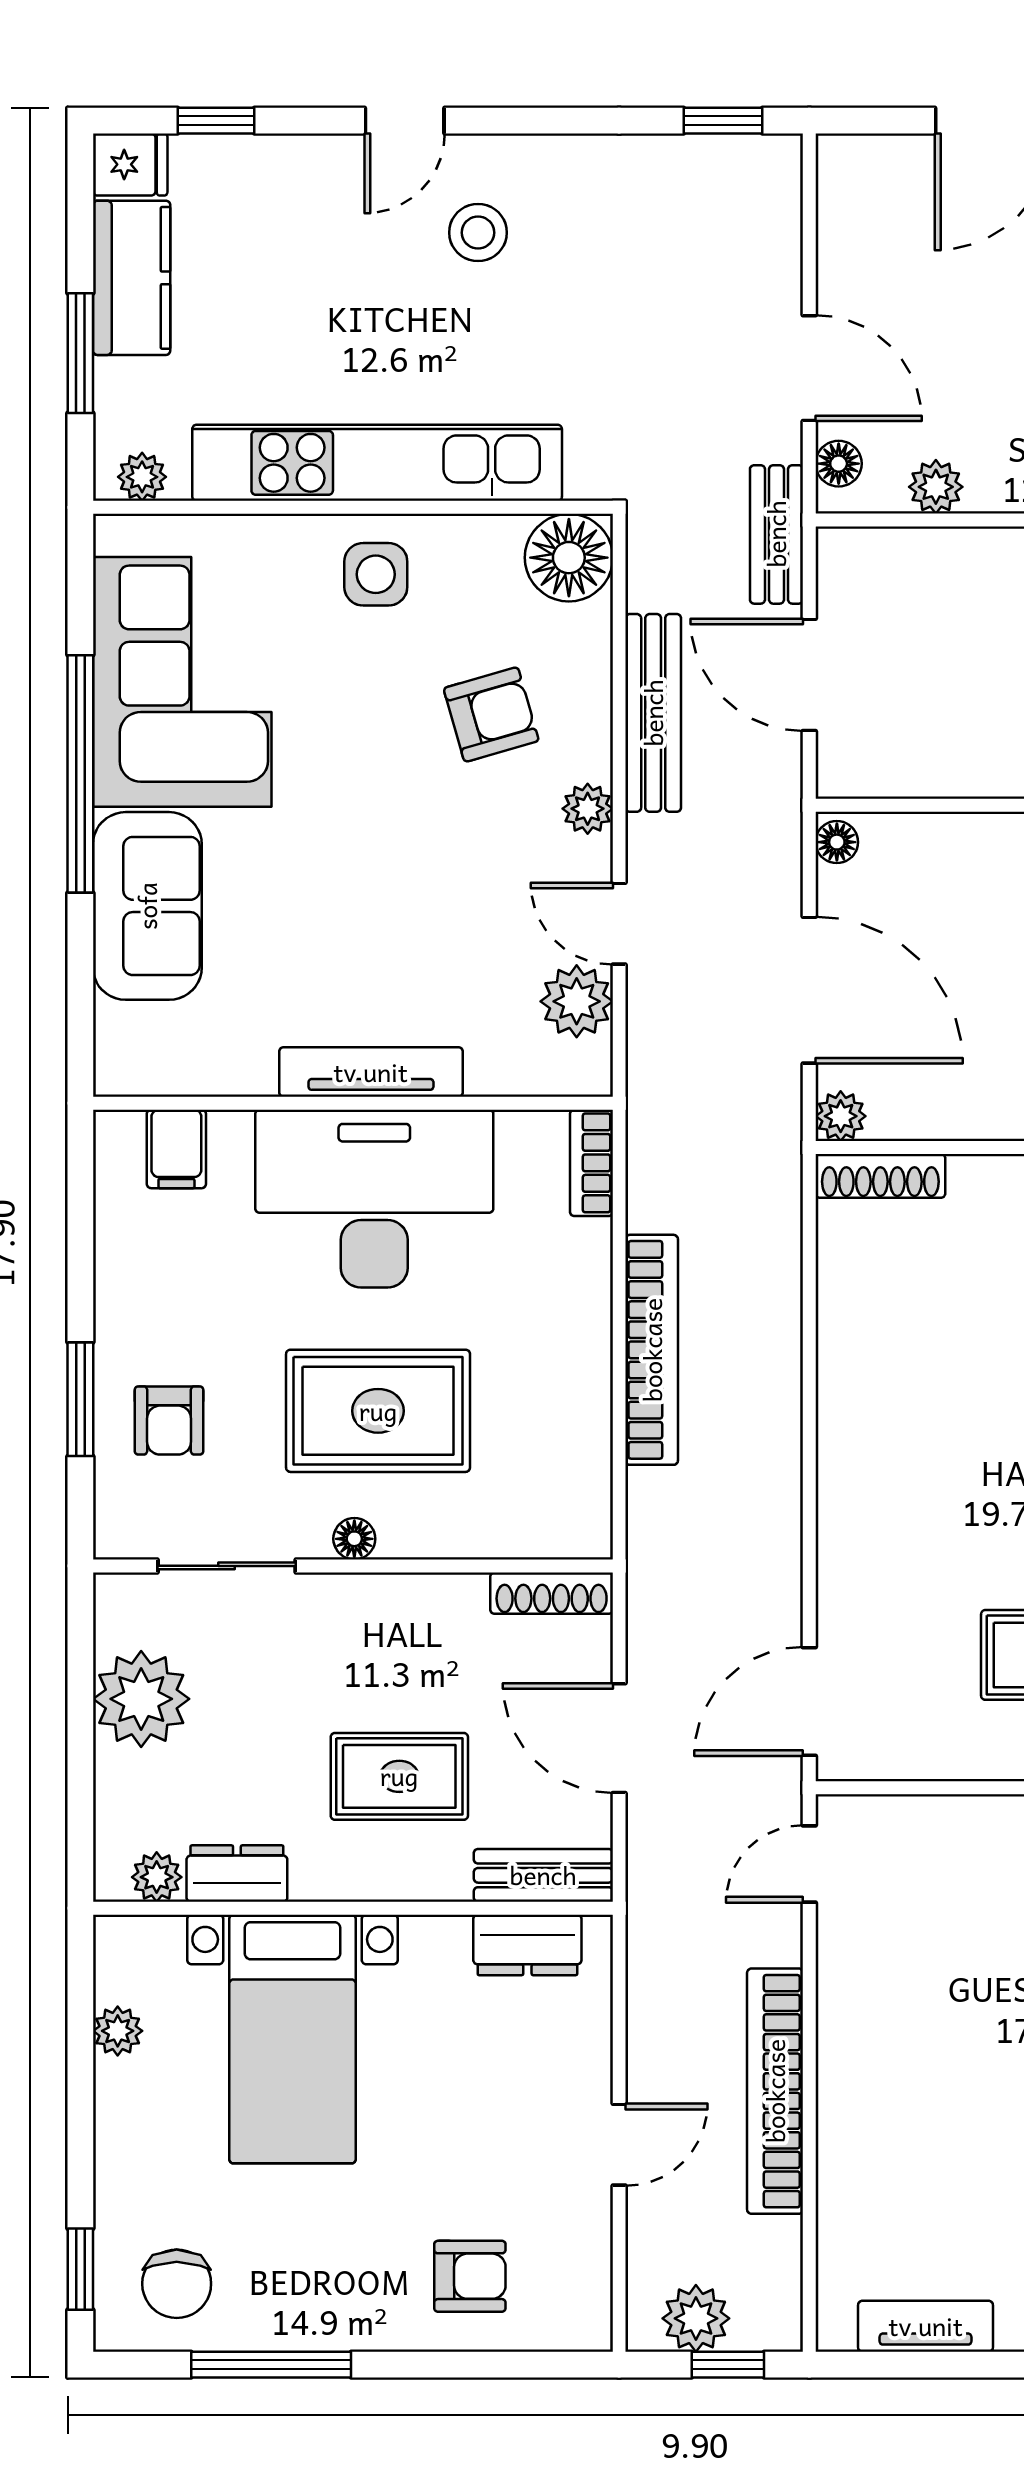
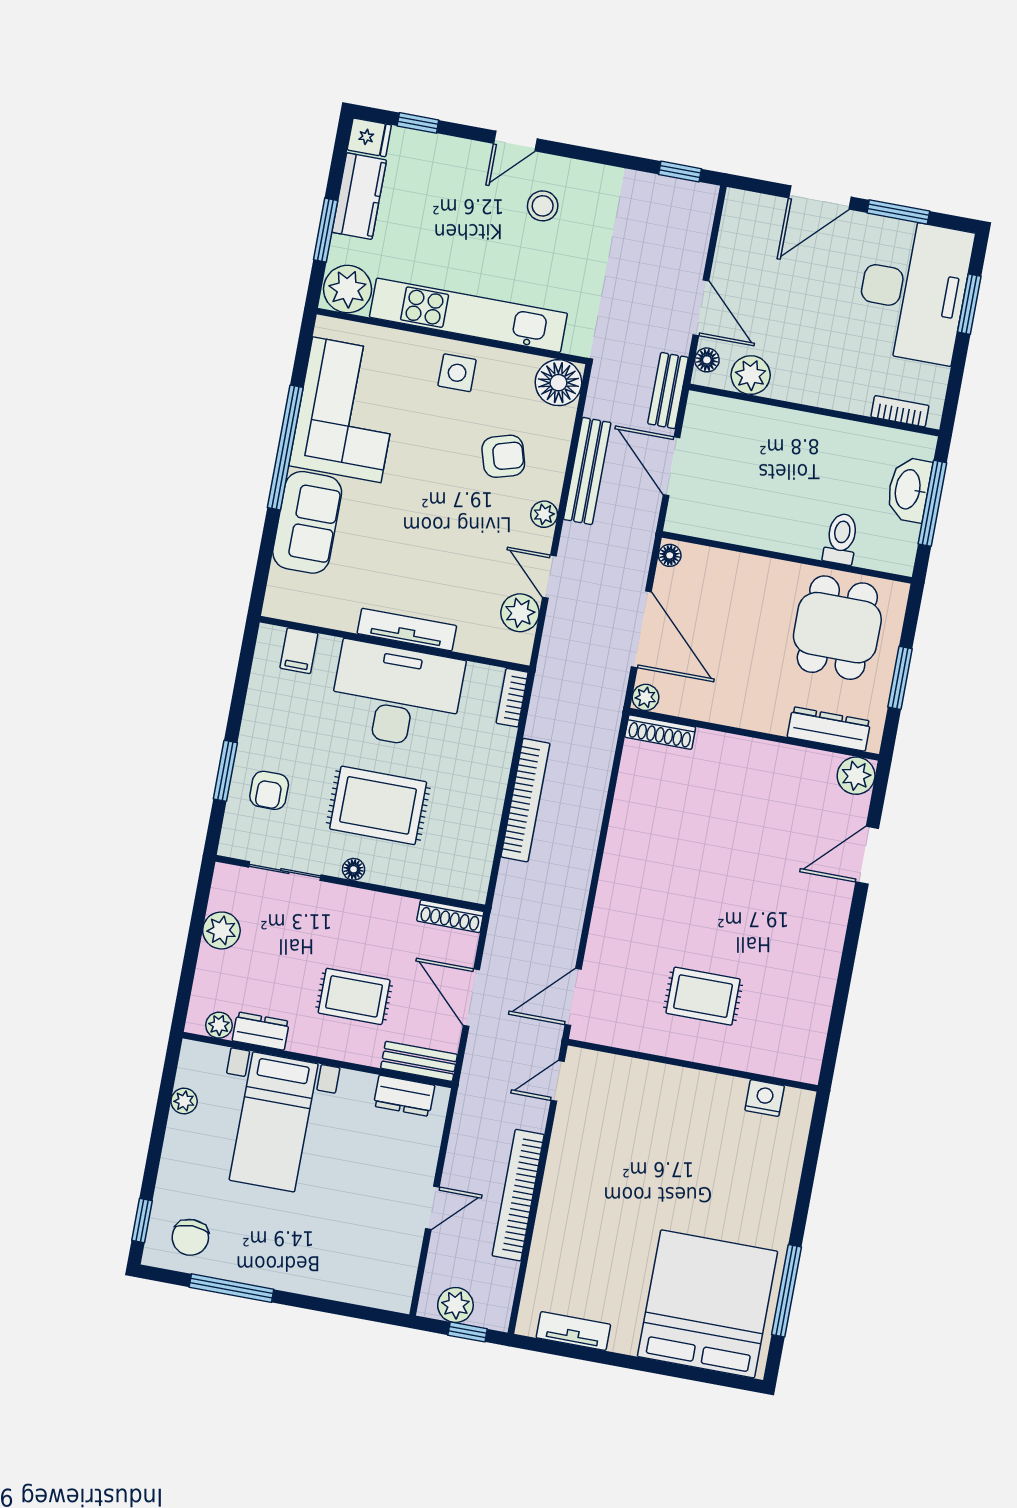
plant: (142, 477) -> (348, 289), width x1.87, depth x1.87
plant: (936, 487) -> (751, 375), width x1.38, depth x1.38
plant: (141, 1699) -> (221, 930), width x0.73, depth x0.73
armchair: (470, 2276) -> (343, 1262), removed

